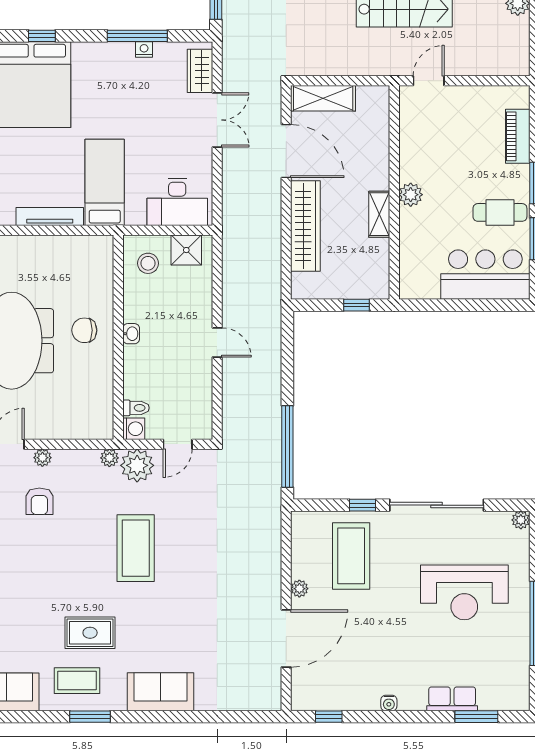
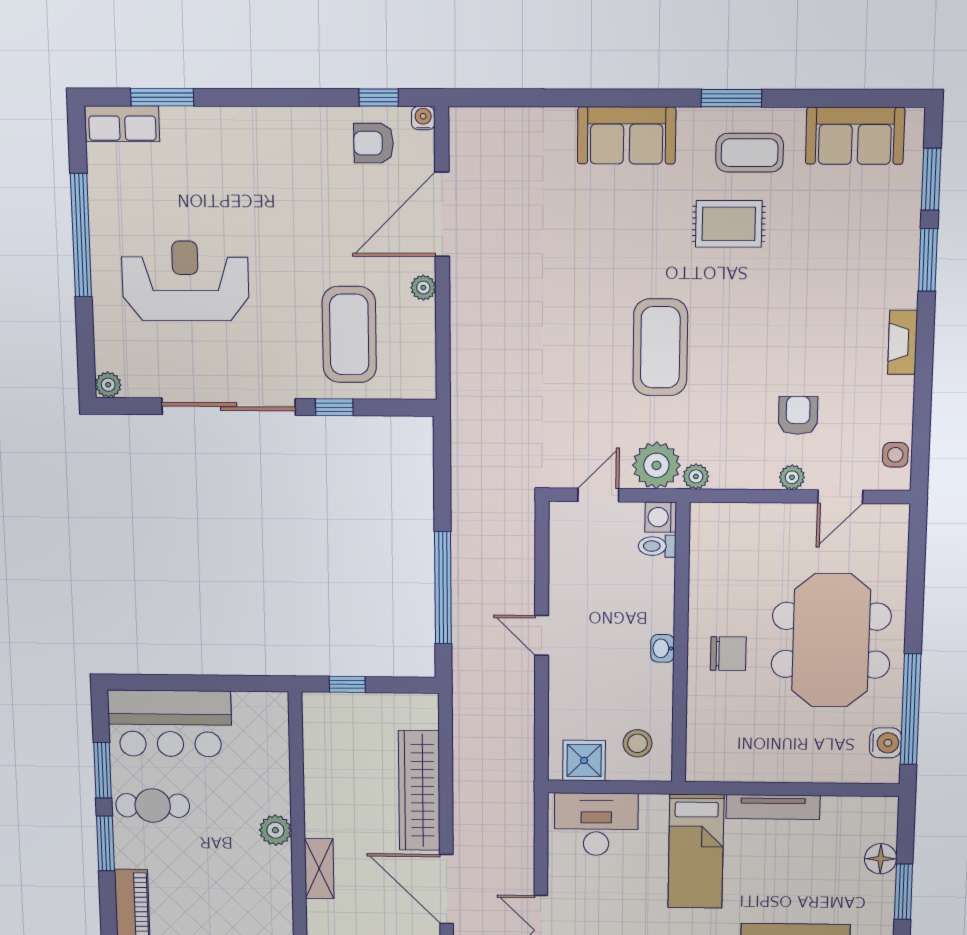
shelving: (379, 214) -> (319, 869), moved
window: (287, 446) -> (443, 588), moved
armchair: (333, 686) -> (374, 143), added
row of seats: (452, 699) -> (122, 124), moved
water cooler: (389, 703) -> (423, 118), moved

